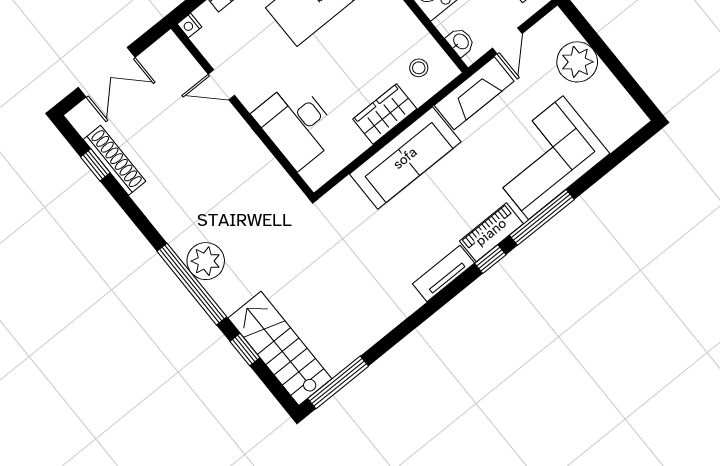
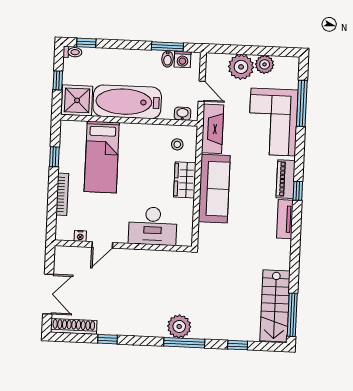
nightstand: (189, 25) -> (80, 236), moved
plant: (605, 87) -> (265, 64), added
shoe rack: (115, 160) -> (74, 326), moved
window: (95, 165) -> (108, 339), moved
window: (542, 217) -> (302, 103), moved
window: (192, 284) -> (184, 343), width x0.68
stairs: (280, 348) -> (275, 306), moved, turned -90

